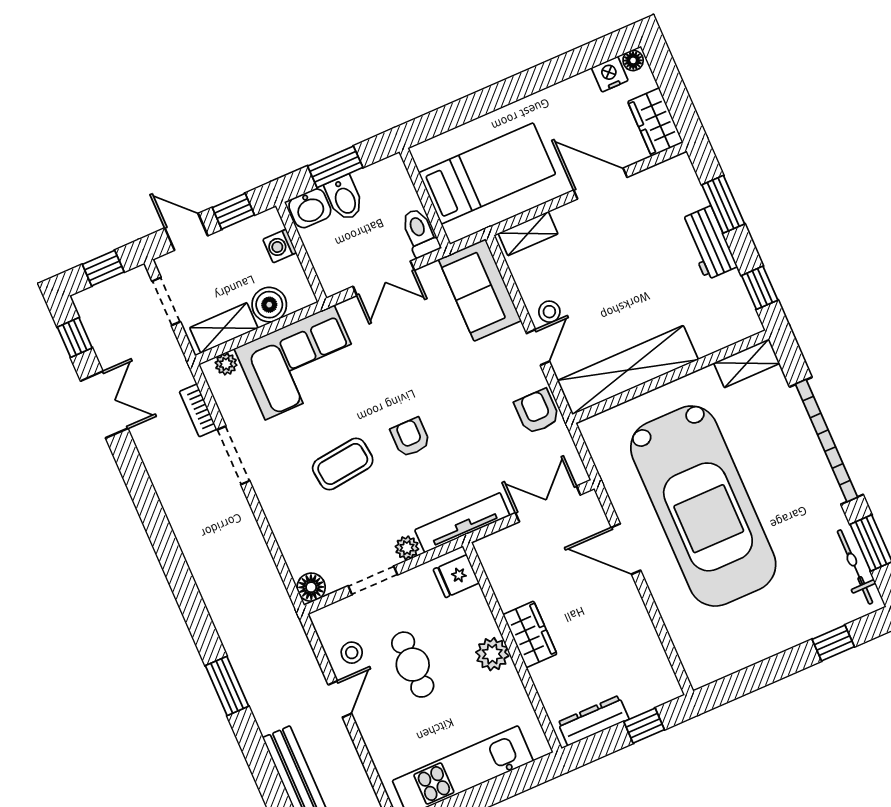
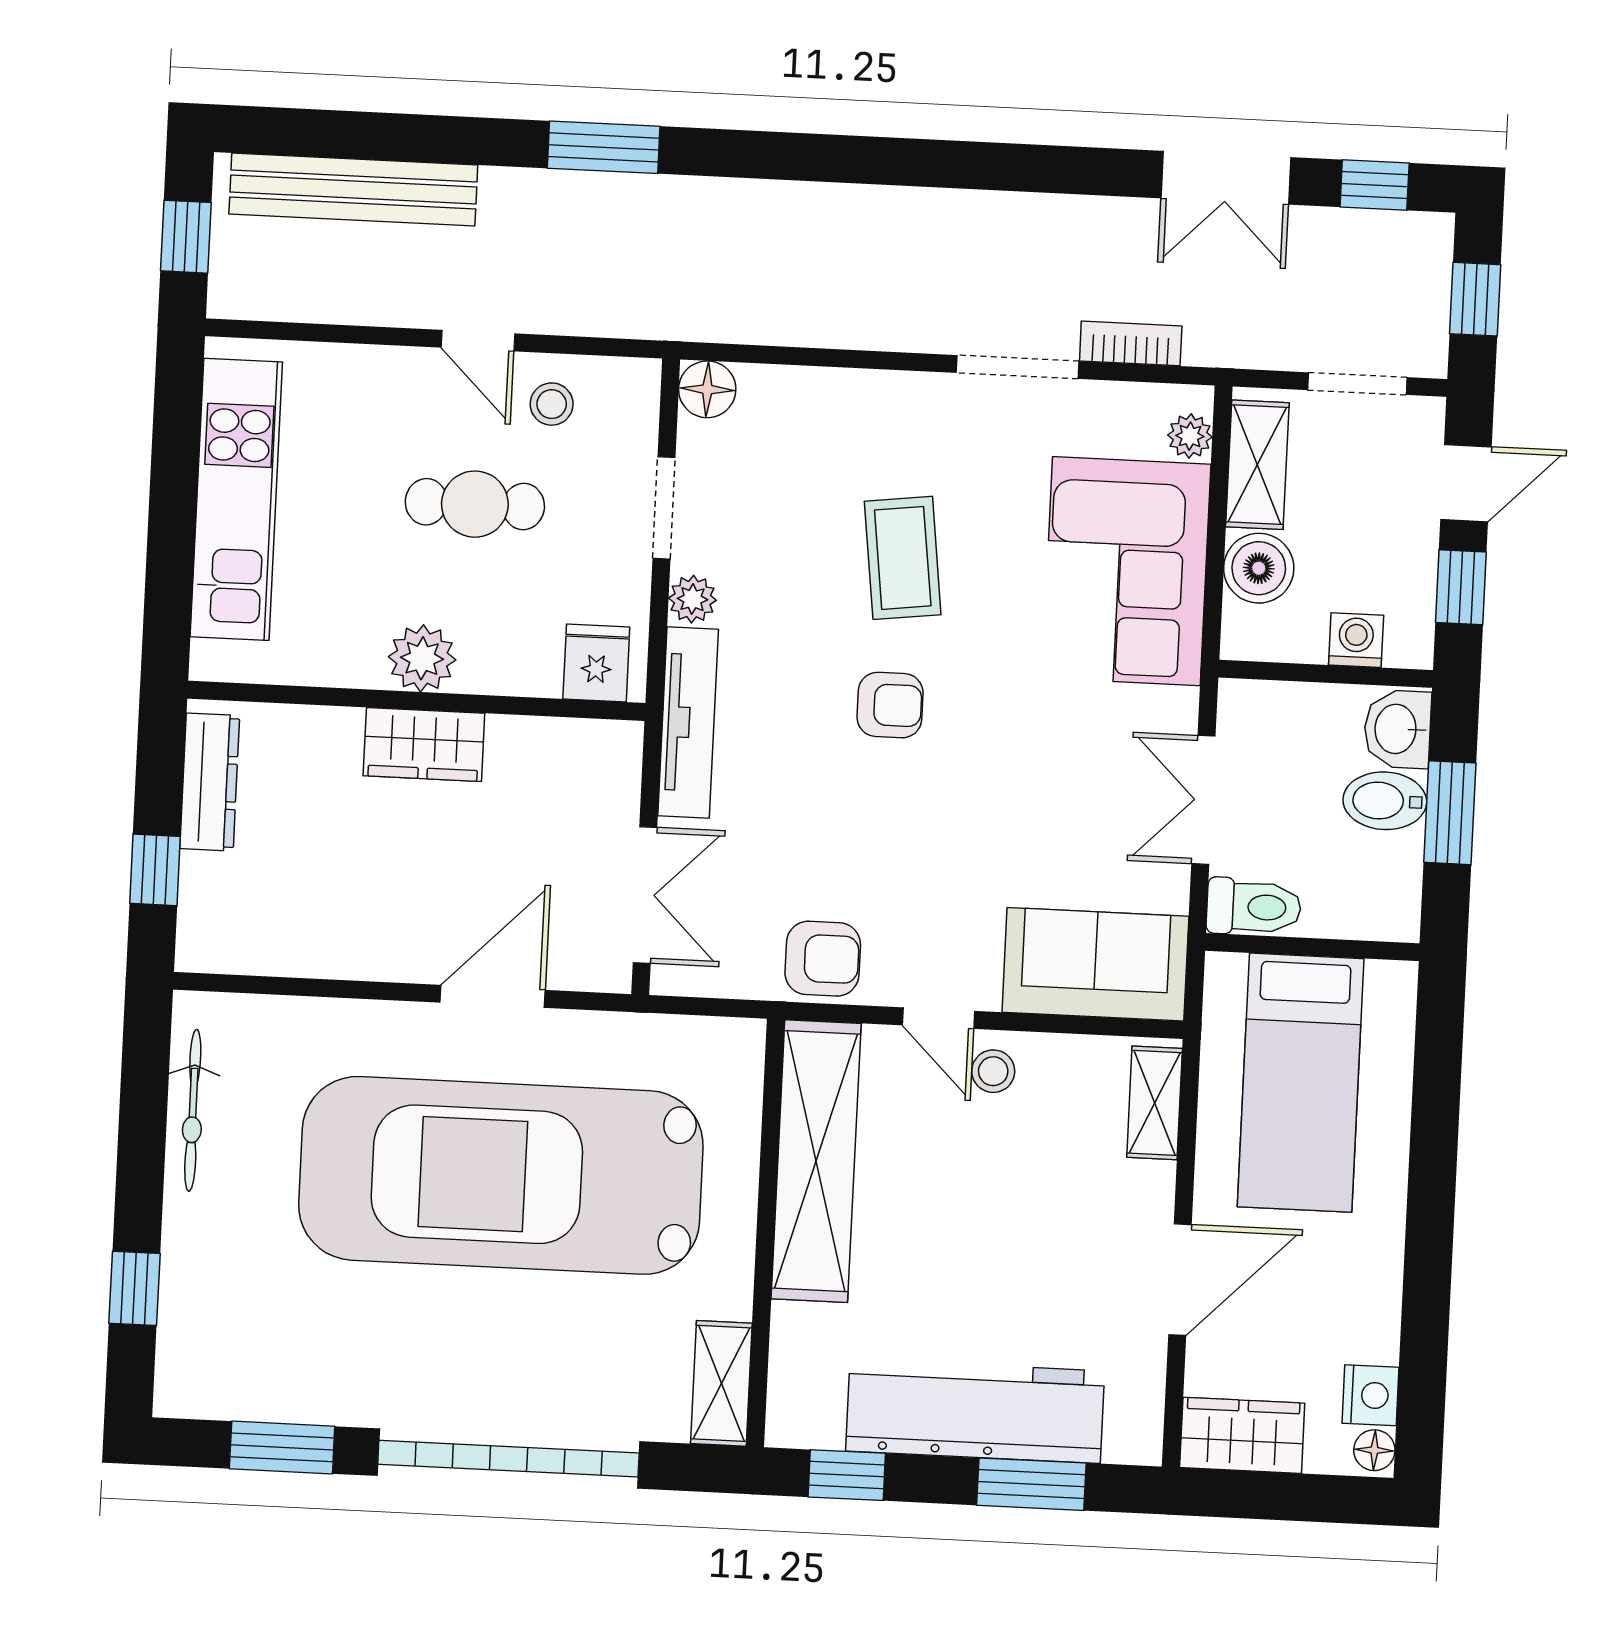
workbench: (708, 243) -> (975, 1411), width x1.88, depth x1.32
bicycle: (855, 567) -> (193, 1110), moved, turned 90

